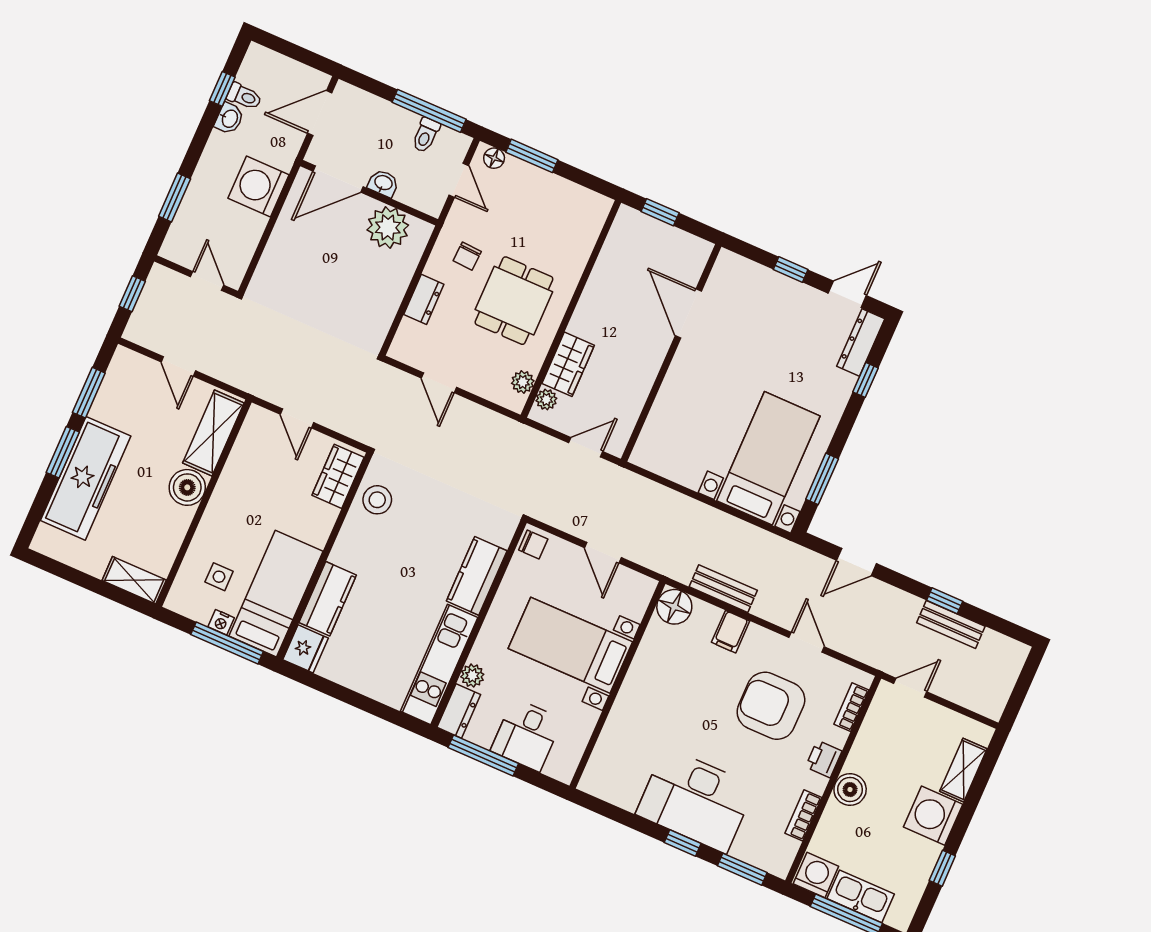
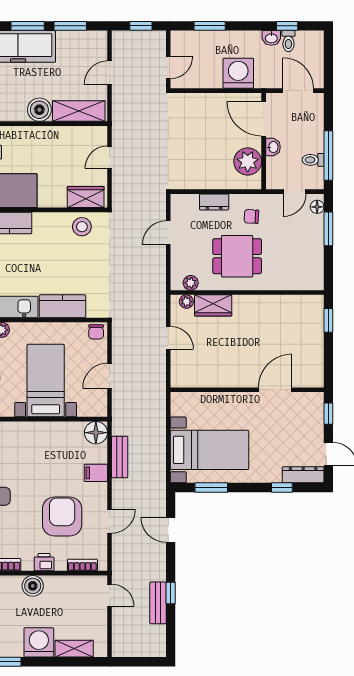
door: (688, 314) -> (275, 390), moved
wall: (671, 353) -> (247, 390), moved

